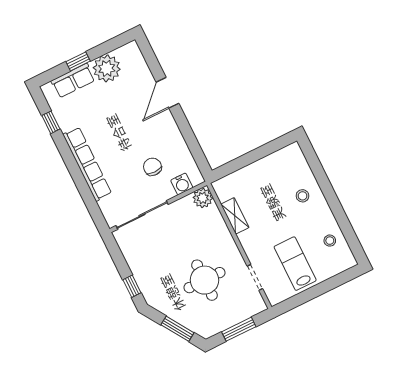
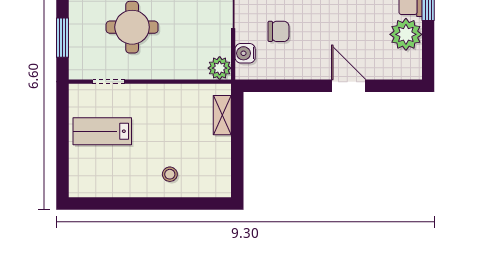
shelving: (235, 216) -> (222, 115), moved, turned 90
stool: (330, 241) -> (108, 180), removed
lab bench: (295, 264) -> (102, 131), turned 180

